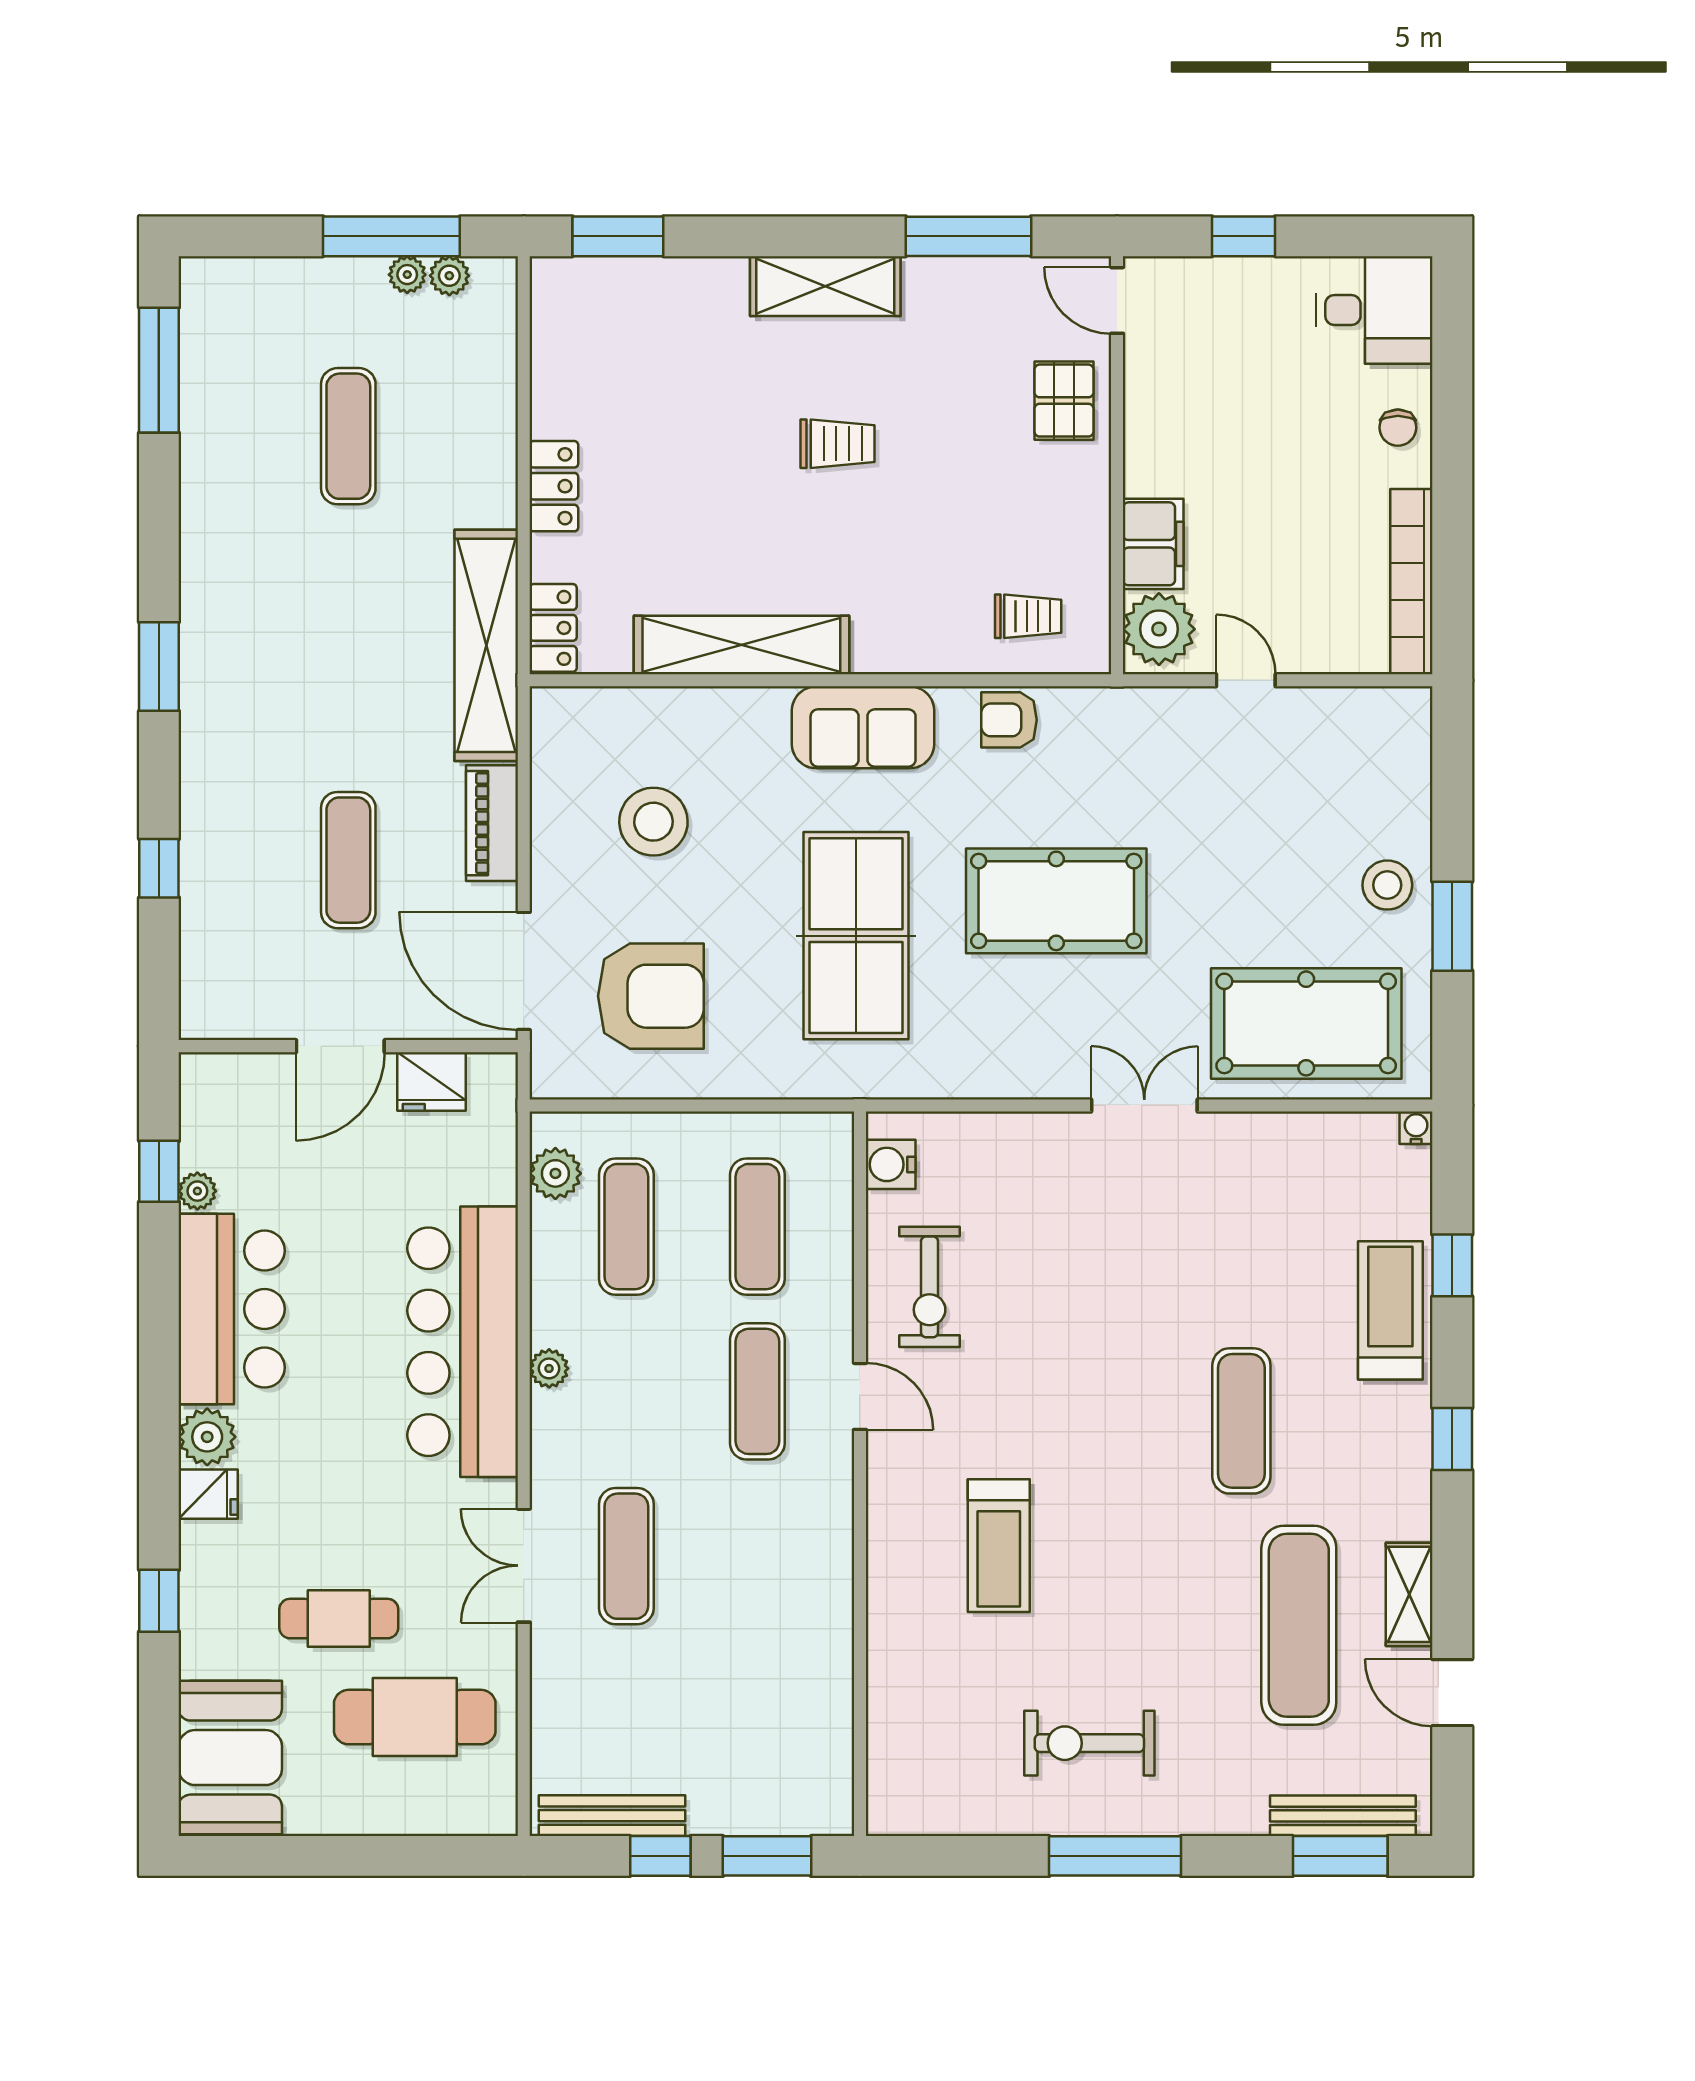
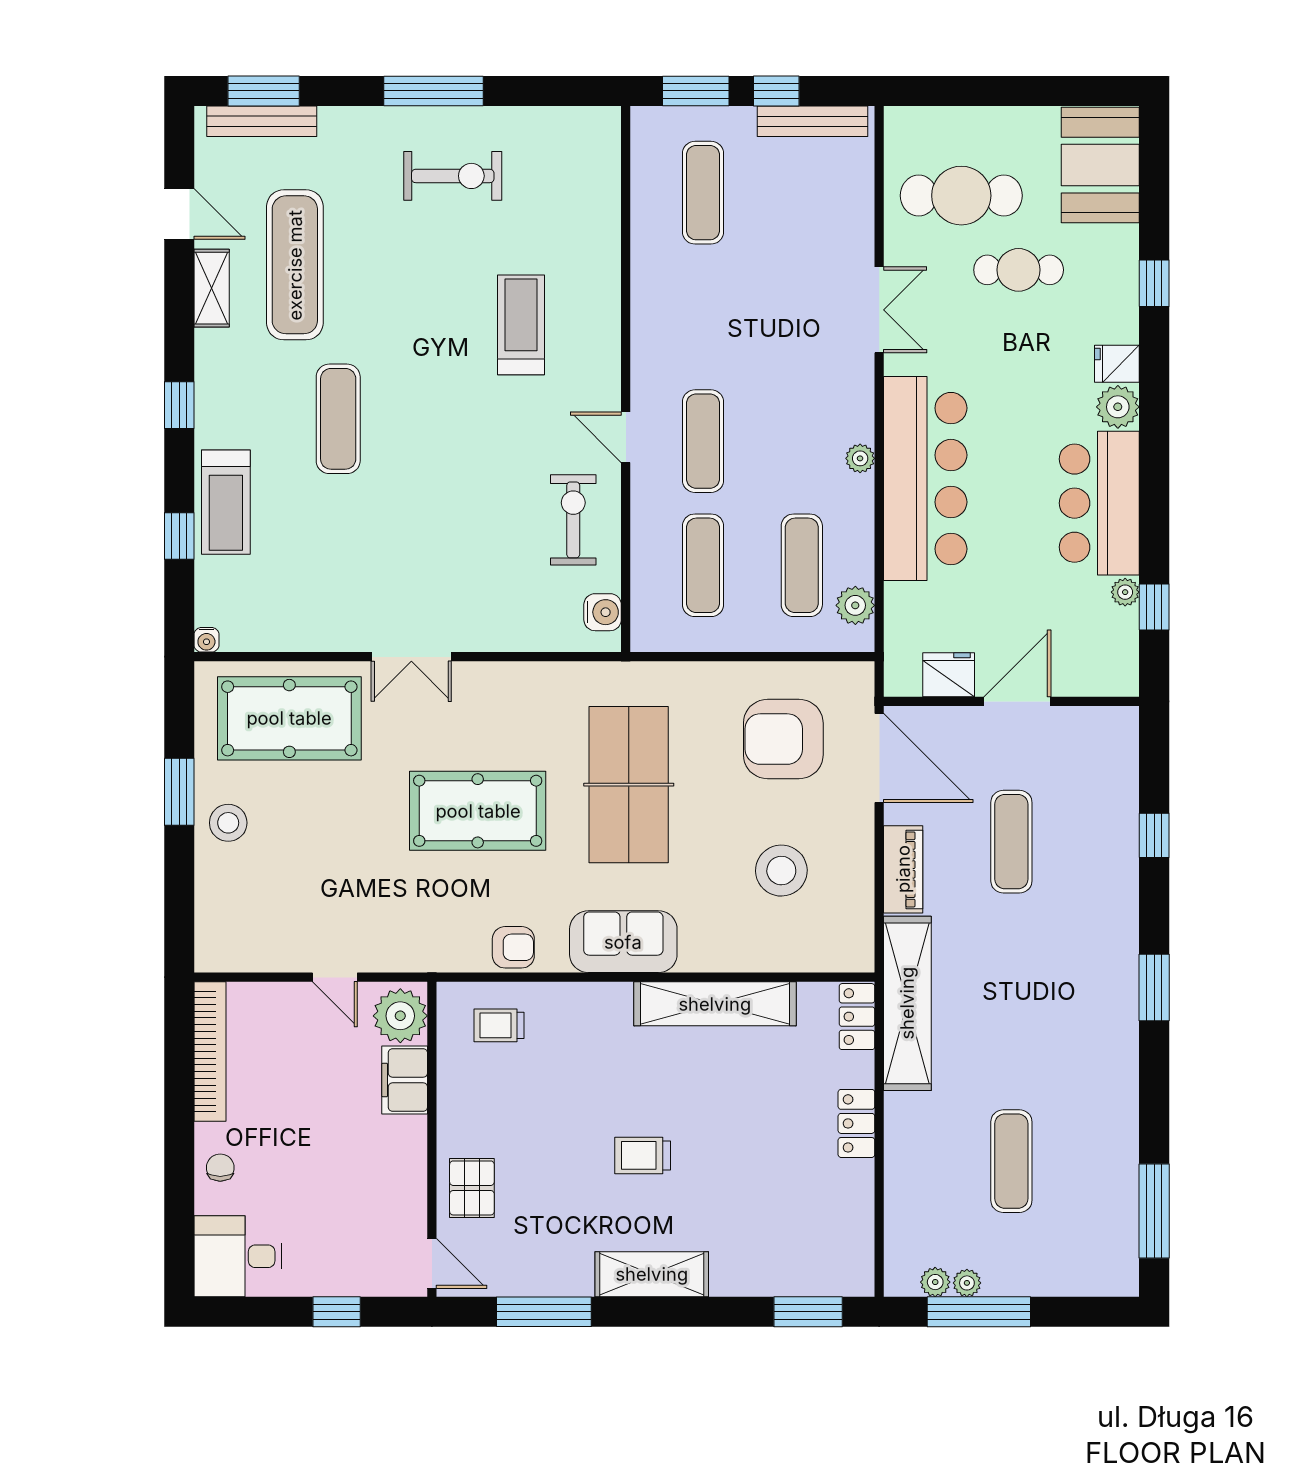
exercise mat: (626, 1556) -> (703, 193), moved

